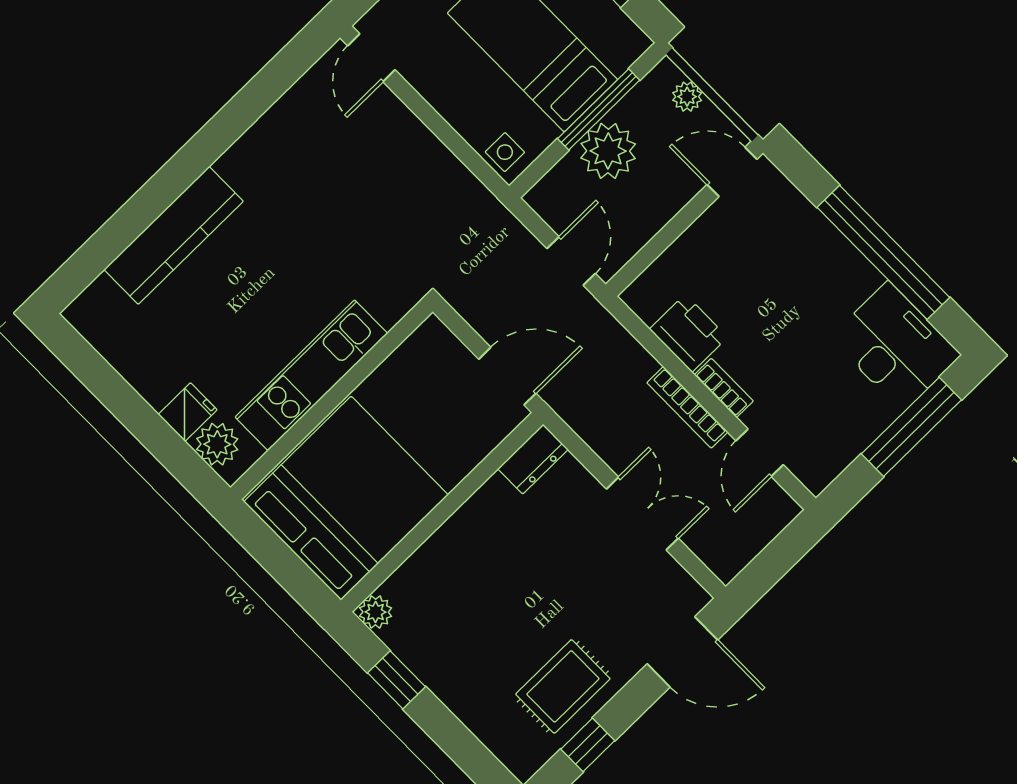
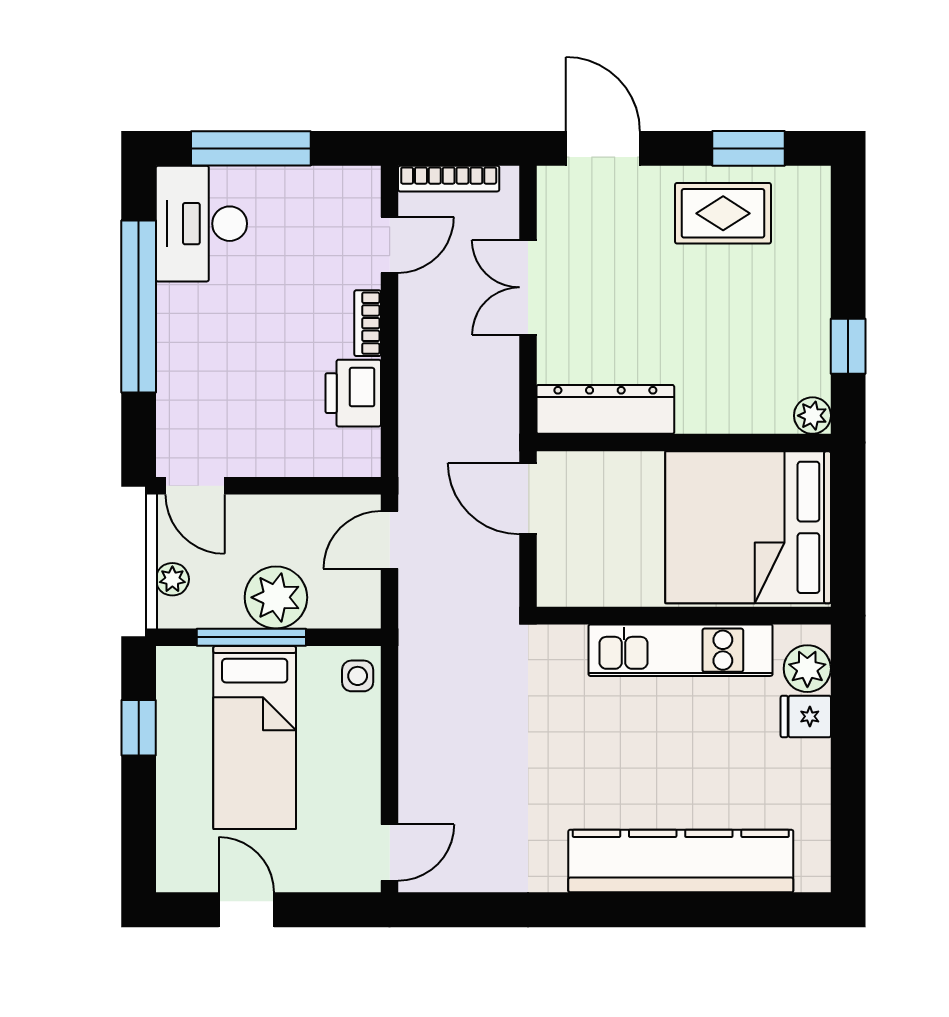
kitchen counter: (174, 235) -> (681, 861), width x1.39, depth x1.17
bookcase: (687, 407) -> (449, 179), moved, turned 90
dresser: (533, 459) -> (605, 409), width x1.96, depth x1.24
window: (588, 745) -> (749, 148), width x1.50

